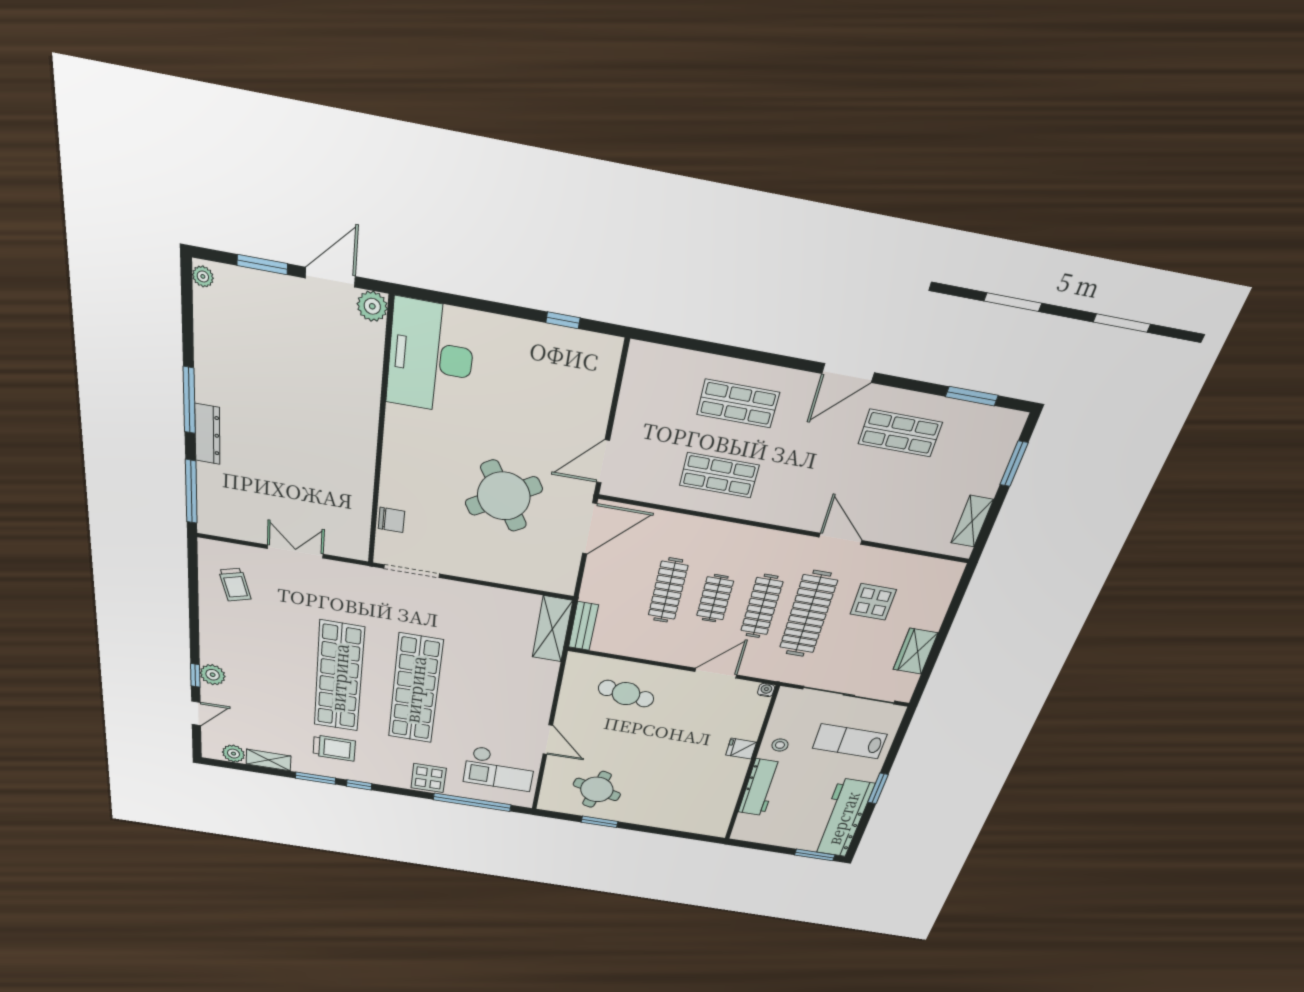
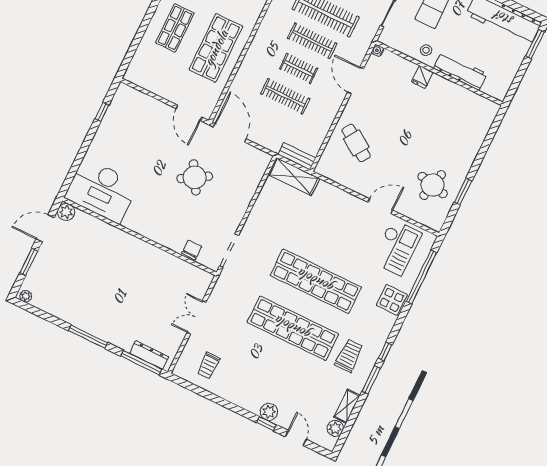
door: (330, 277) -> (45, 228), hinge flipped
dresser: (207, 434) -> (149, 355), moved
shop shelf: (719, 475) -> (216, 48), width x1.43, depth x1.36
round table: (504, 496) -> (195, 177), width x0.73, depth x0.73
trolley: (235, 585) -> (208, 366), turned 106
cafe table: (626, 694) -> (356, 143), turned -65

